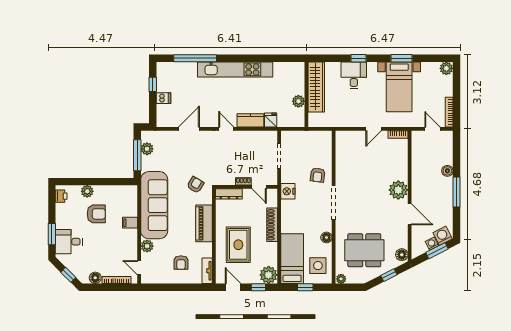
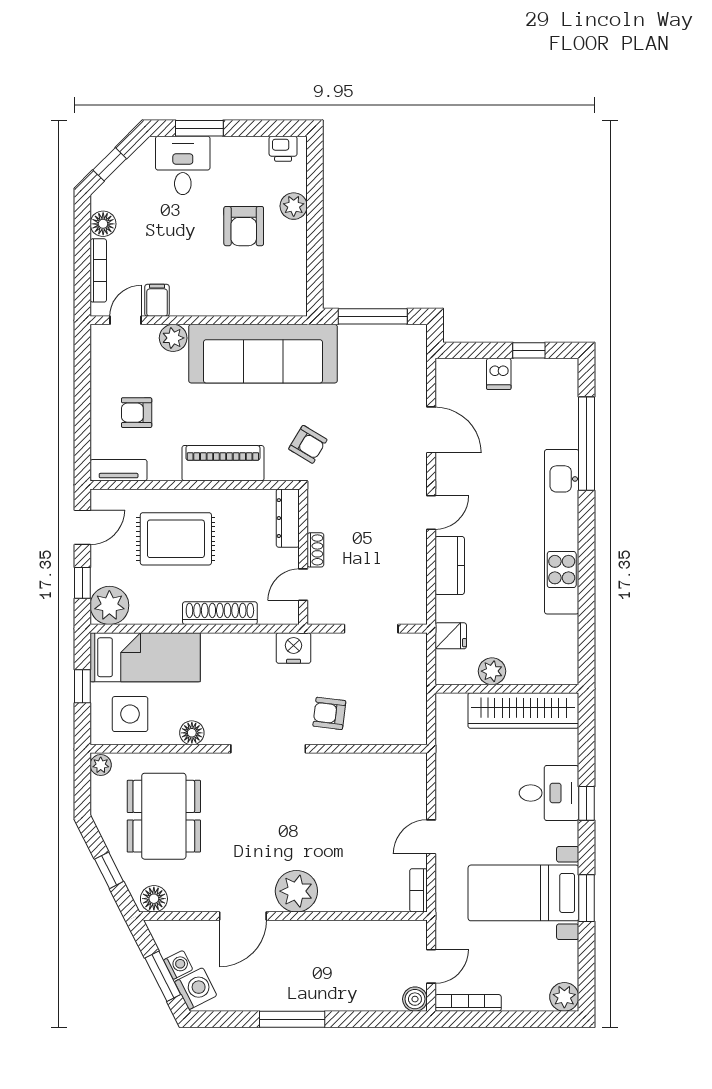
fridge: (271, 120) -> (451, 636), moved
door: (374, 129) -> (431, 837), hinge flipped
plant: (147, 149) -> (387, 338), removed
boiler: (447, 171) -> (415, 999), moved
filing cabinet: (130, 223) -> (157, 300), moved

